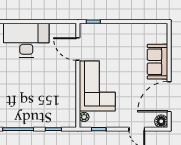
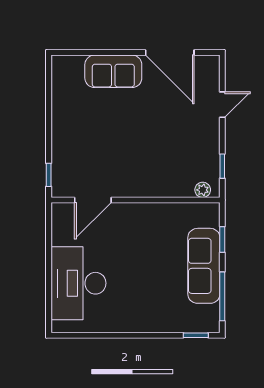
corner sofa: (97, 86) -> (153, 169), removed
sofa: (37, 118) -> (204, 266), added
floor lamp: (161, 121) -> (210, 65), removed

